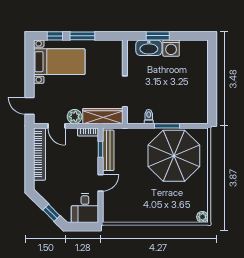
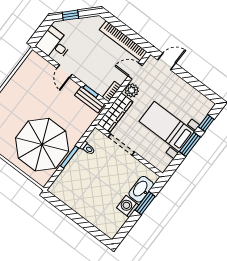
bed with nightstands: (59, 62) -> (167, 127), moved, turned 90
bench: (108, 150) -> (90, 100), width x0.73

